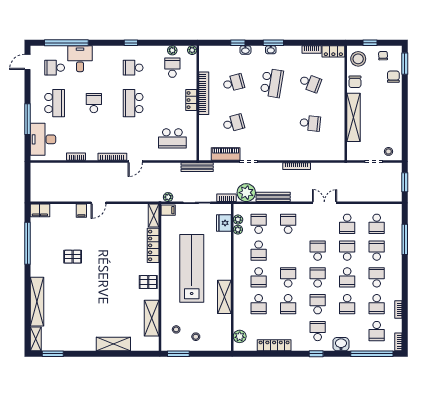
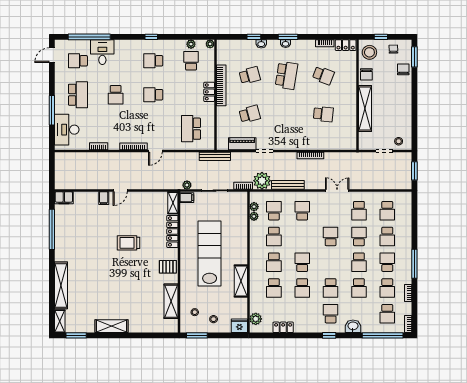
school desk: (94, 103) -> (116, 95), turned 180
school desk: (133, 103) -> (153, 95), width x0.54
school desk: (172, 138) -> (191, 129), turned 90
fridge: (224, 223) -> (239, 326), moved, turned 90
window: (405, 239) -> (414, 264), moved
school desk: (377, 251) -> (387, 236), turned 180
pallet: (73, 257) -> (95, 242), removed
trolley: (107, 257) -> (129, 243), added
school desk: (318, 277) -> (331, 262), removed
school desk: (318, 304) -> (331, 288), turned 180
shelving: (113, 344) -> (112, 326), moved
locker: (274, 345) -> (283, 327), width x0.66

